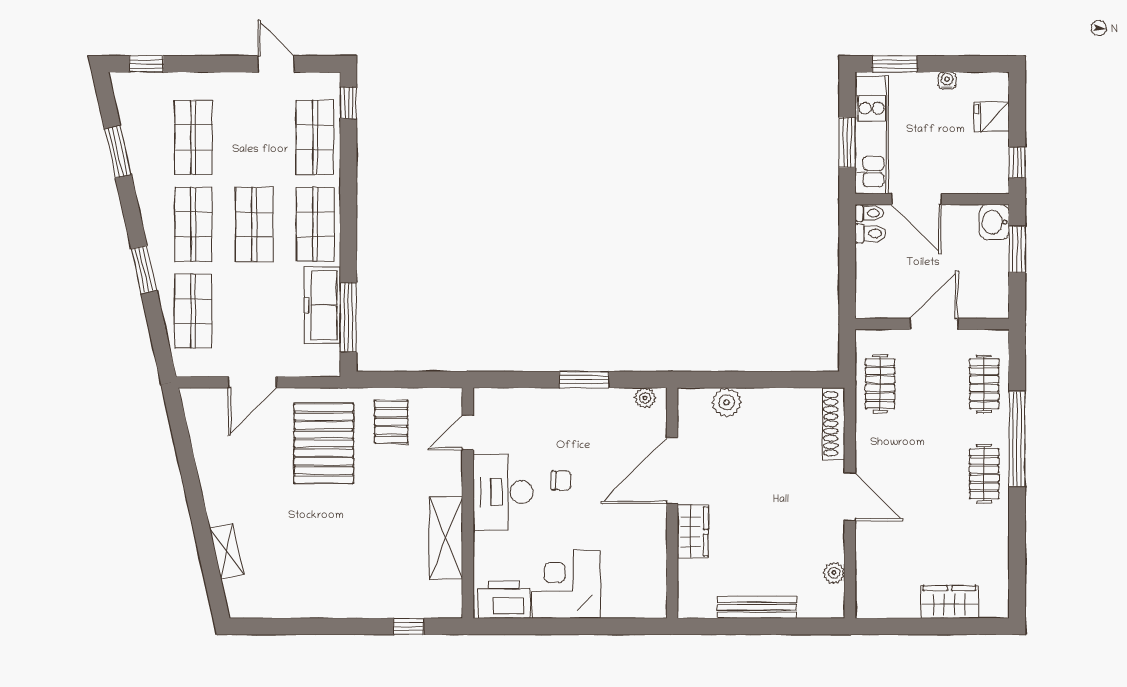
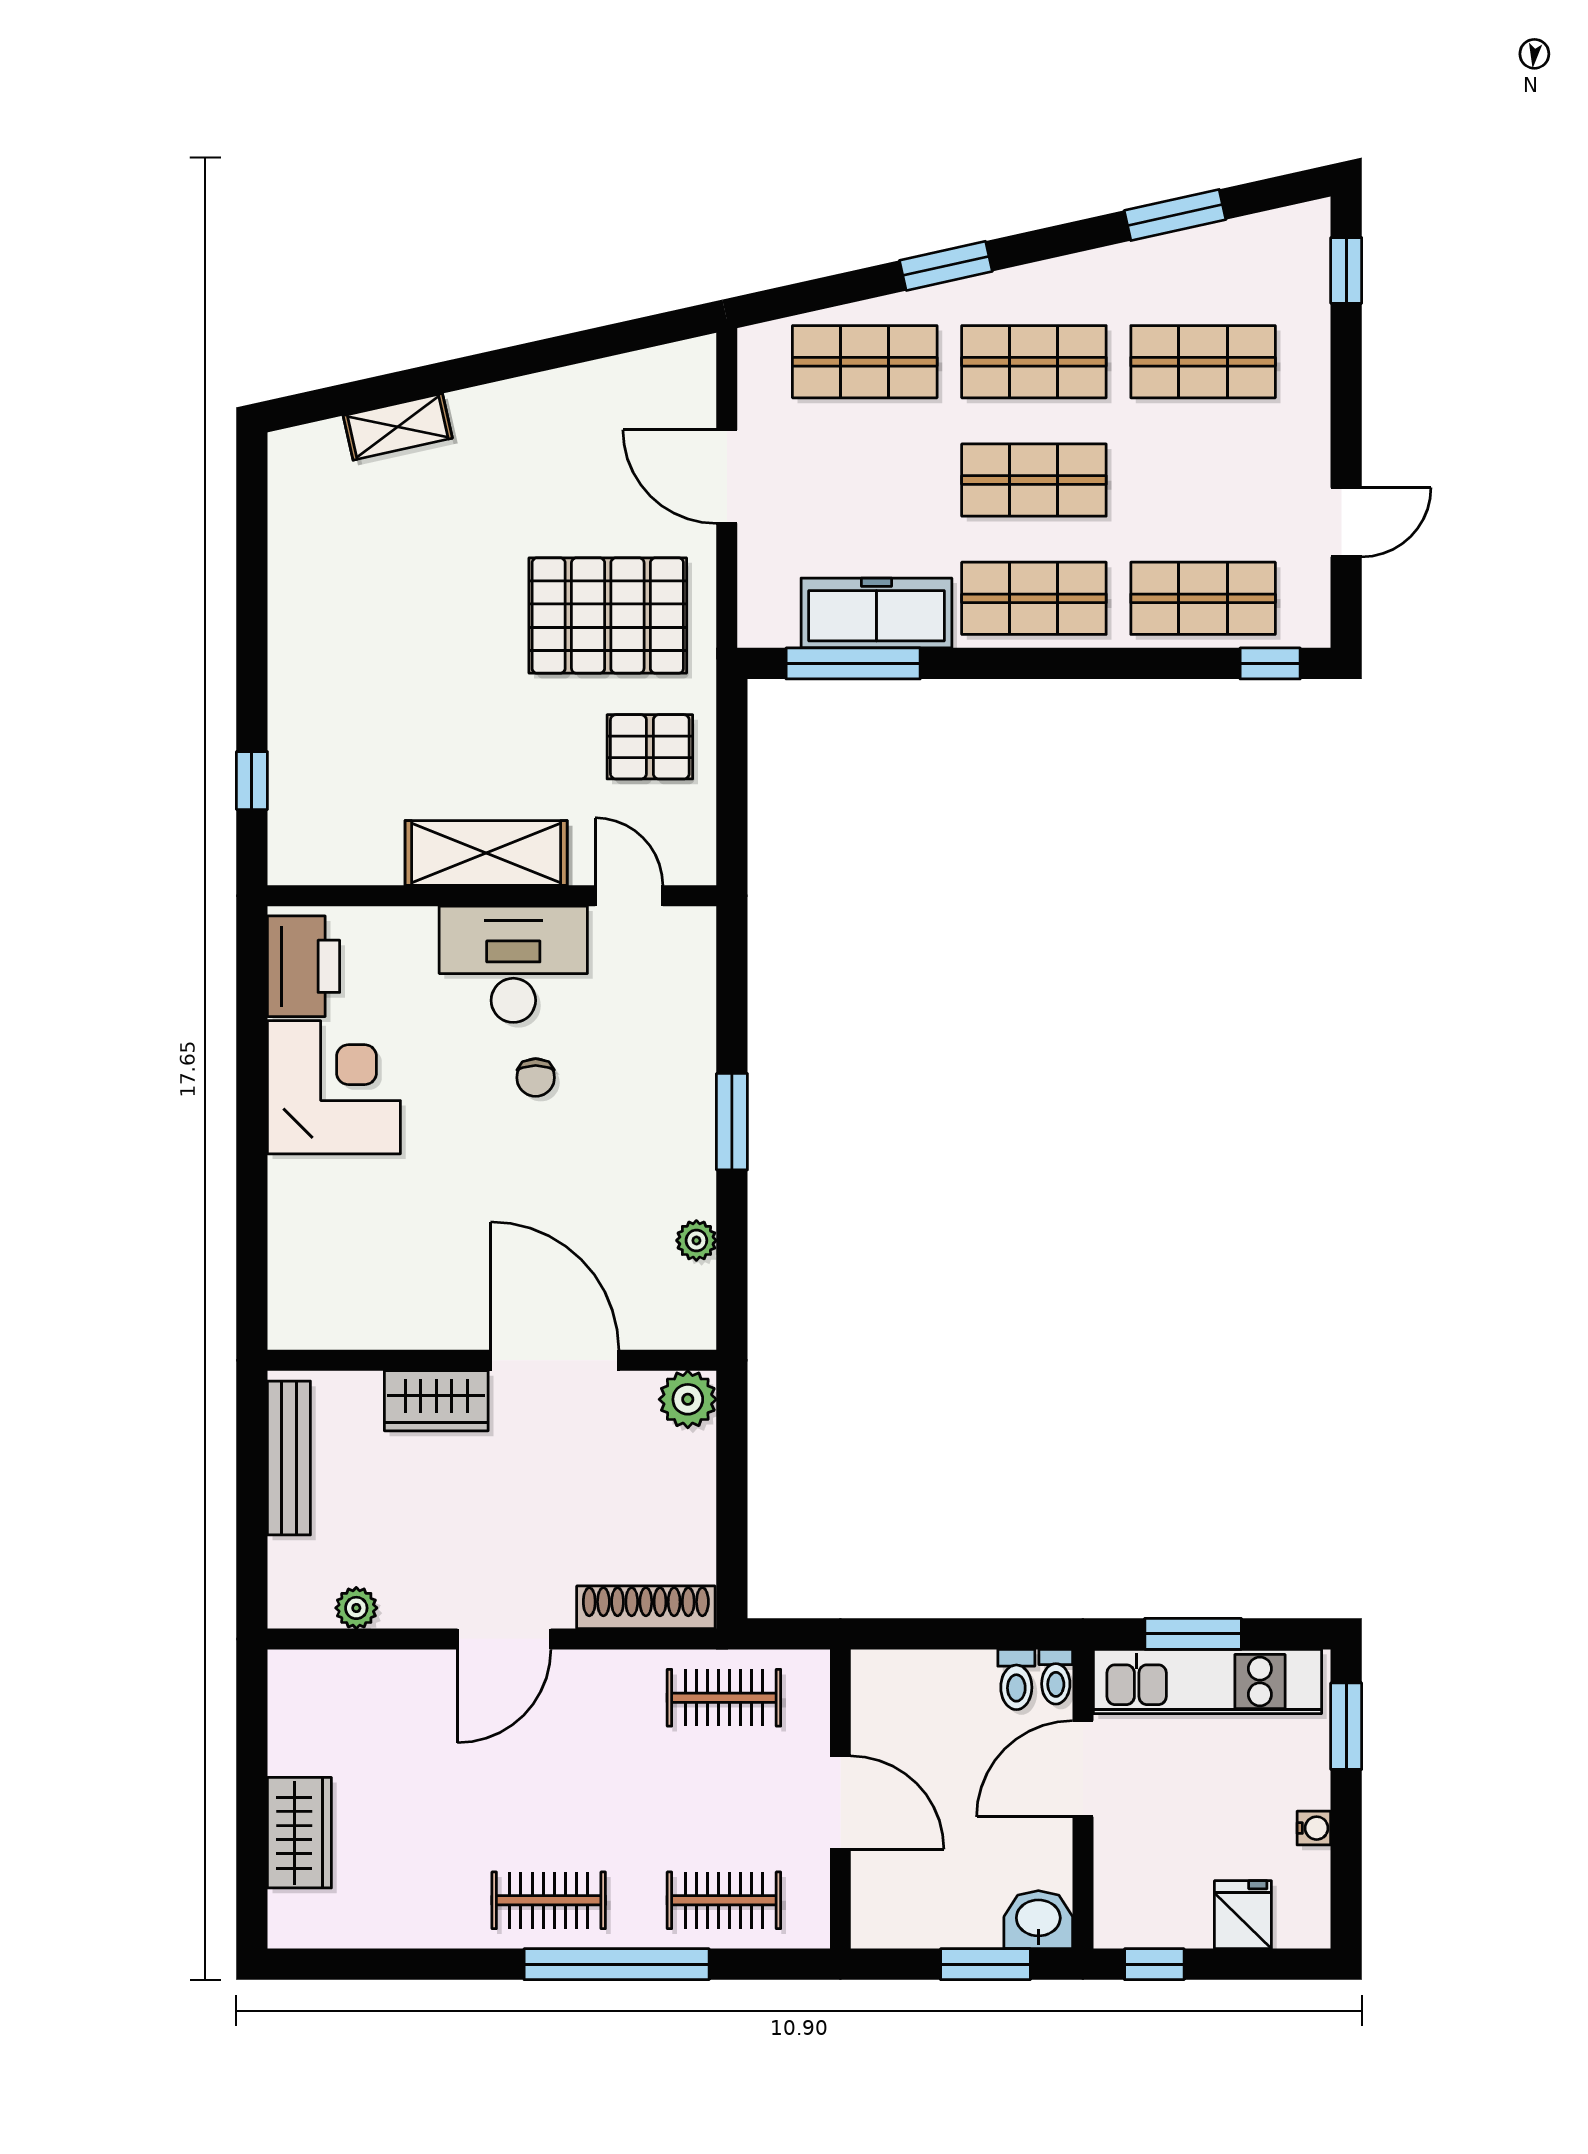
door: (672, 471) -> (555, 1360), moved
wall: (672, 503) -> (492, 1360), moved
wardrobe: (693, 532) -> (436, 1401), moved
shelving: (446, 538) -> (486, 853), moved

